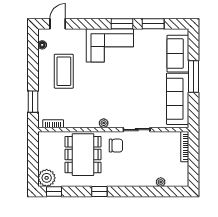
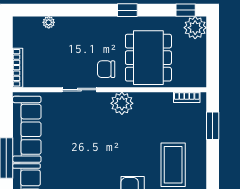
plant: (104, 123) -> (122, 103), width x1.87, depth x1.87

